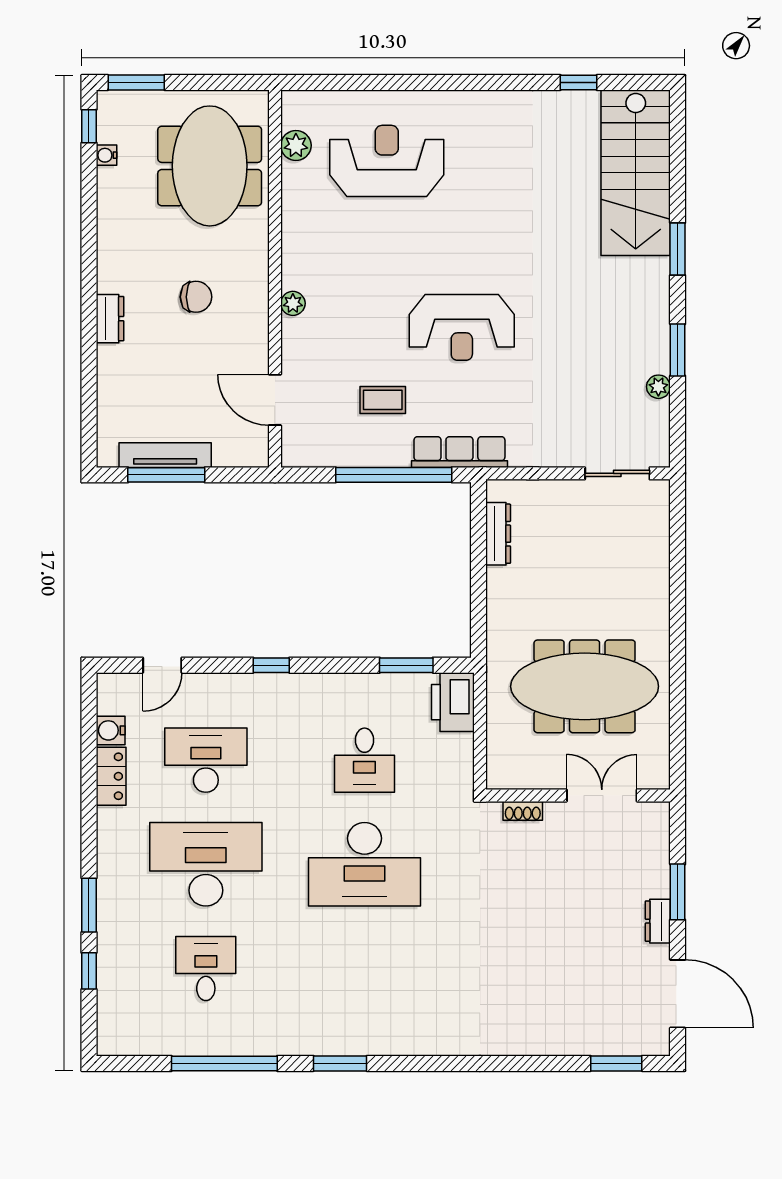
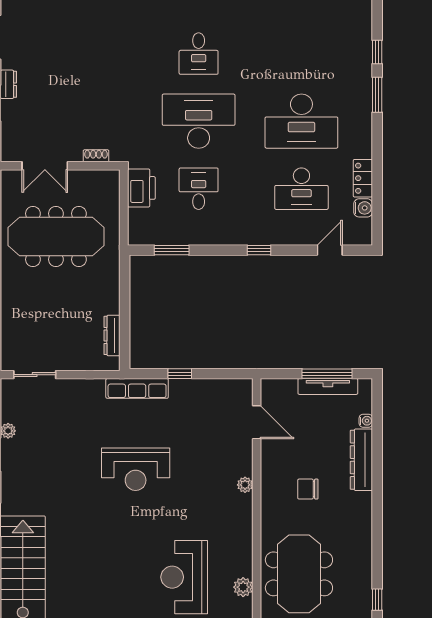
water cooler: (107, 155) -> (366, 421), moved
reception desk: (387, 161) -> (184, 577), turned 90
dresser: (110, 319) -> (361, 460), width x1.96, depth x1.24
reception desk: (462, 327) -> (136, 469), turned 180
coffee table: (383, 400) -> (187, 422), removed
window: (394, 475) -> (180, 374), width x0.32
printer: (453, 702) -> (141, 188), moved
desk: (206, 968) -> (199, 54), moved

